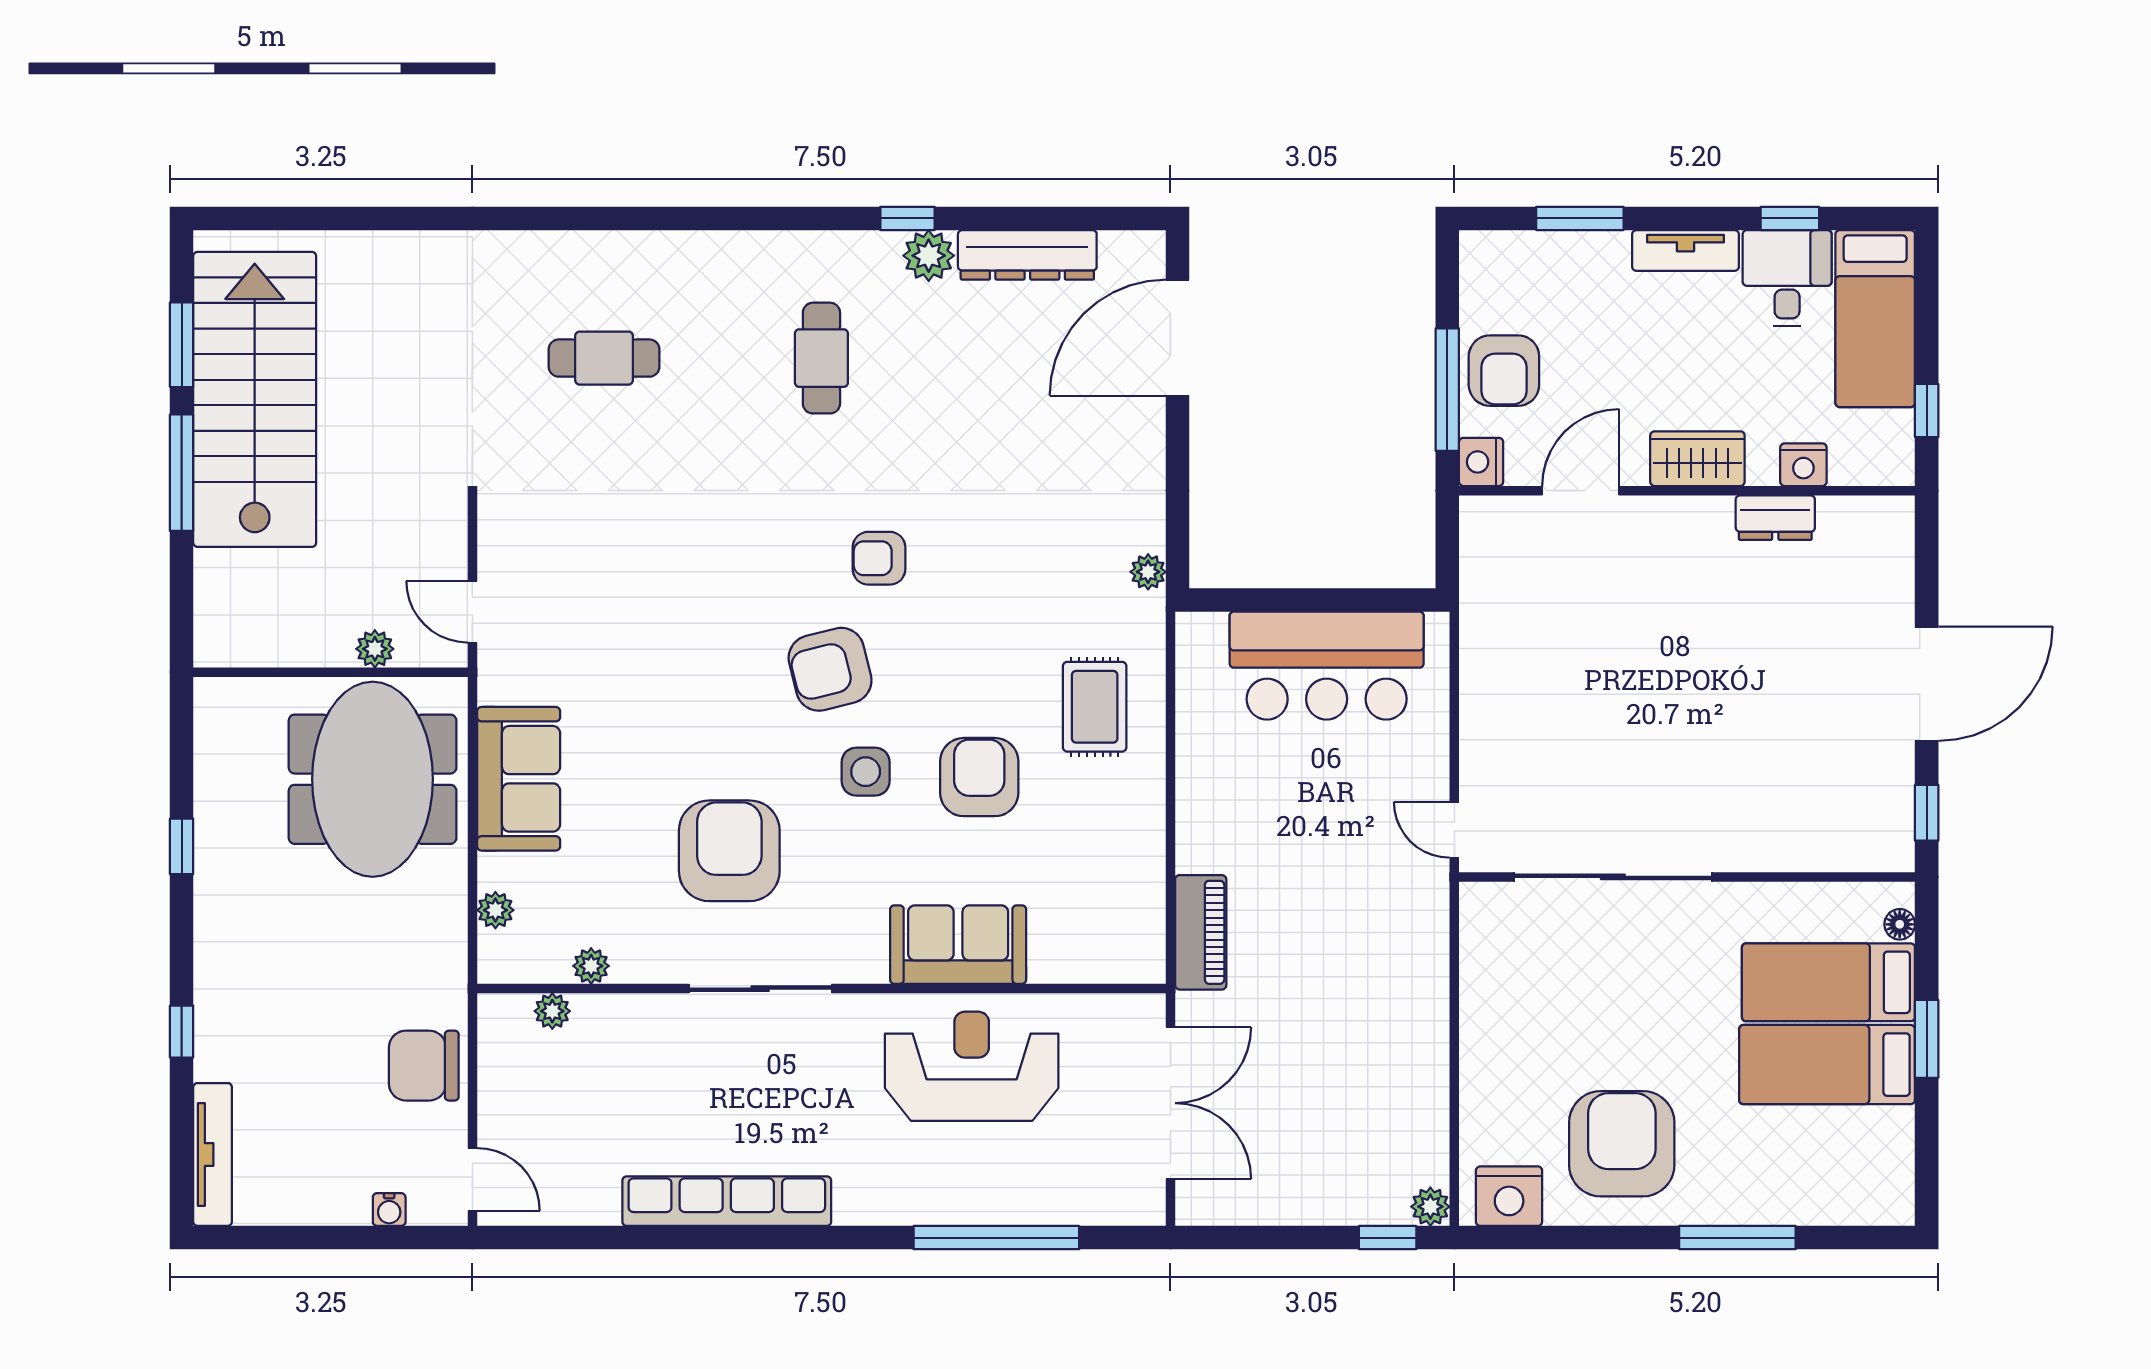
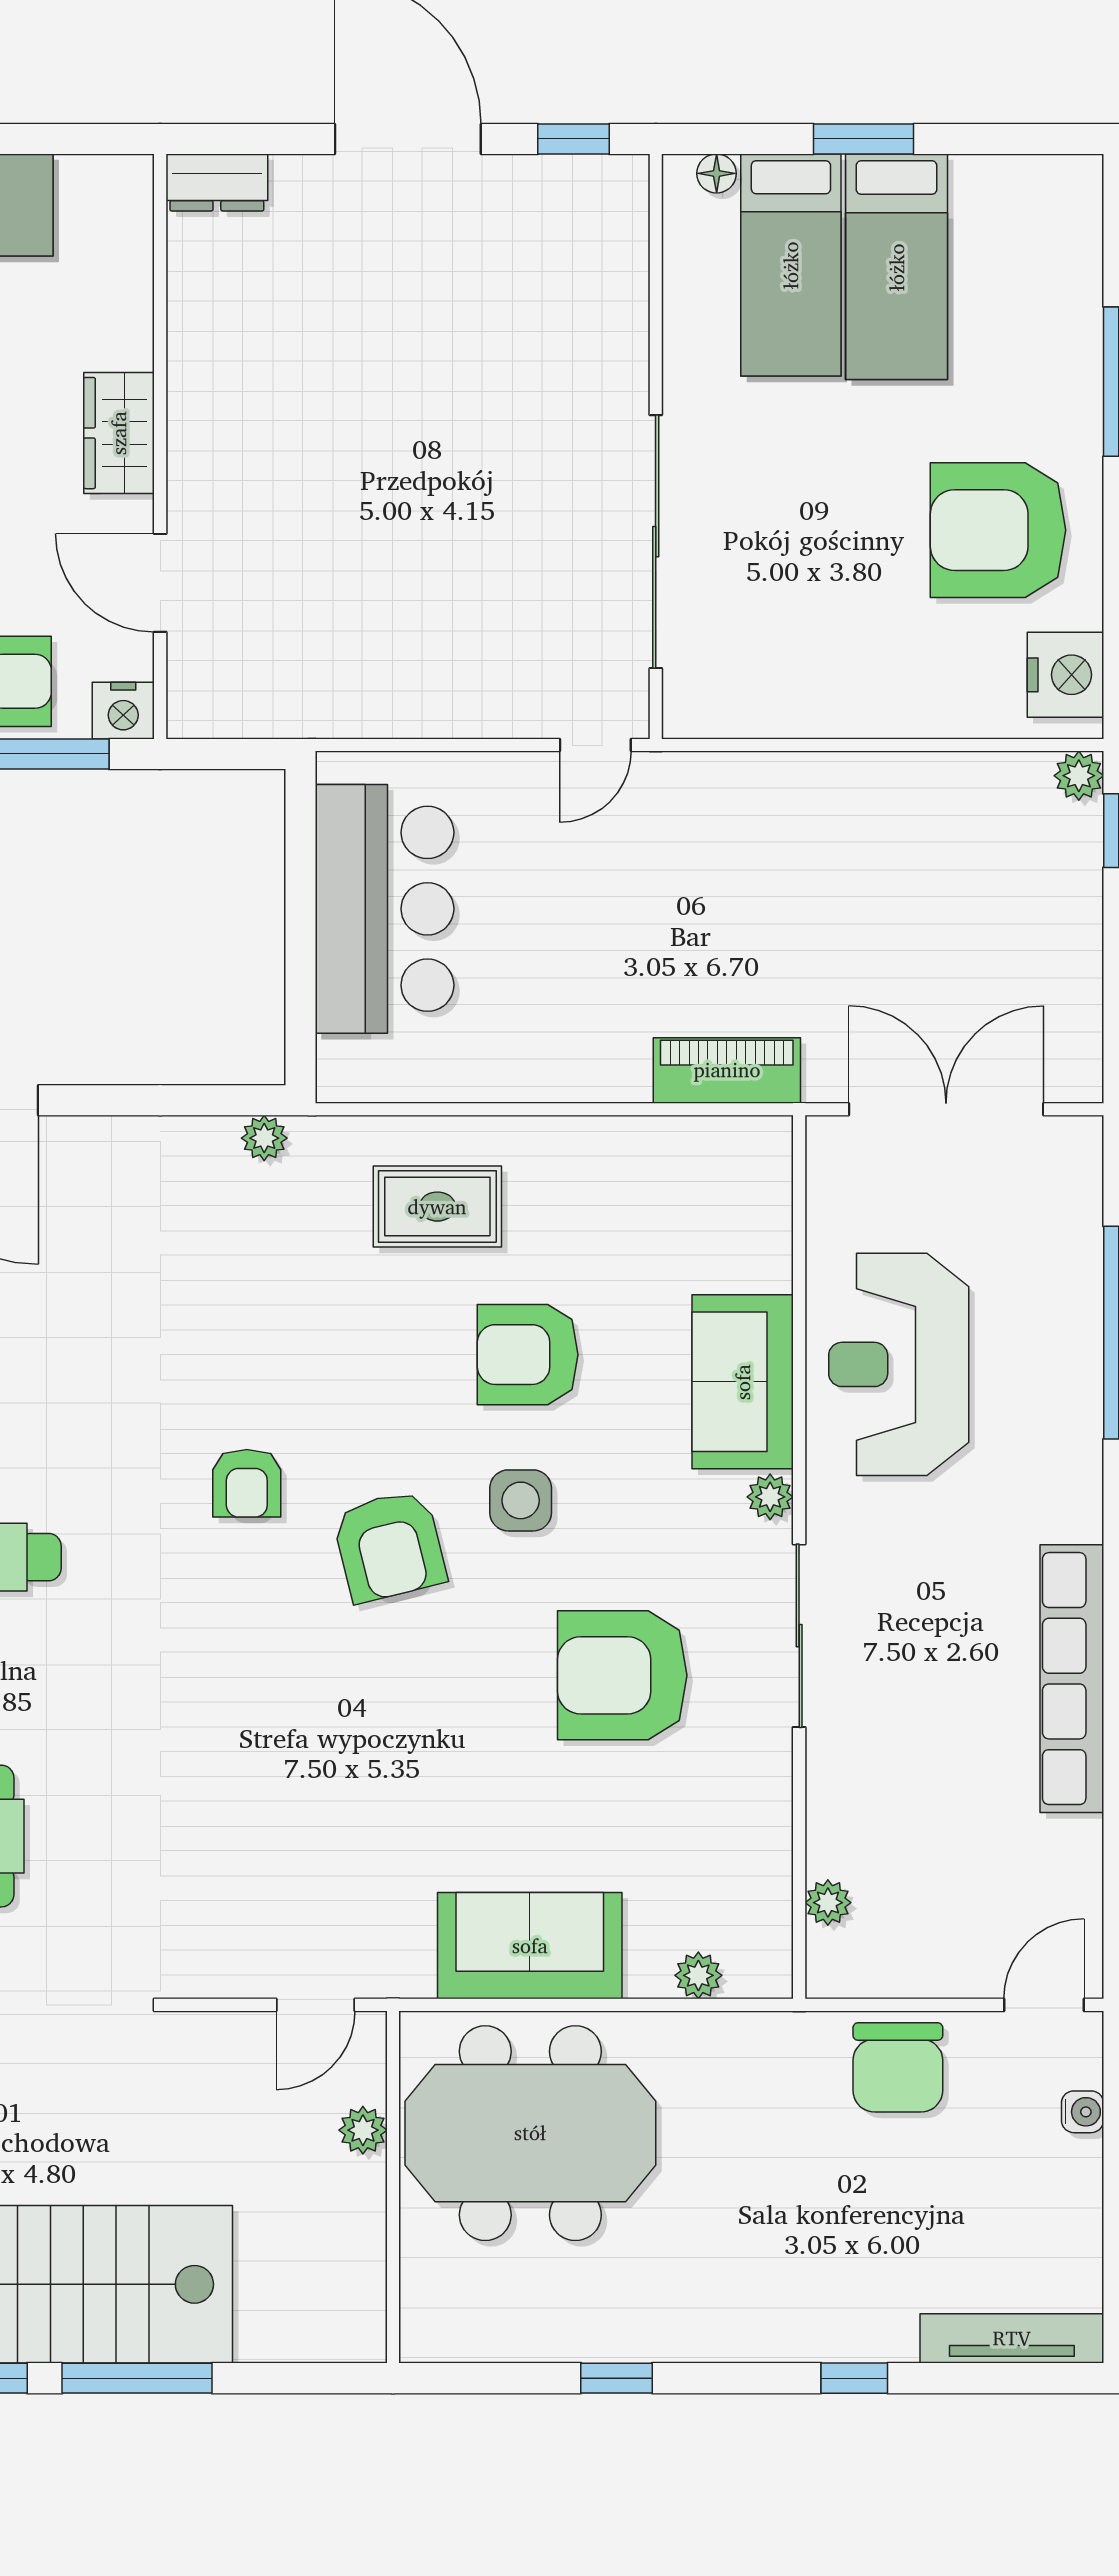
window: (1927, 411) -> (57, 139), removed
nightstand: (1803, 465) -> (127, 297), removed
dresser: (1775, 518) -> (217, 182), moved, turned 90
plant: (591, 966) -> (770, 1497), moved

